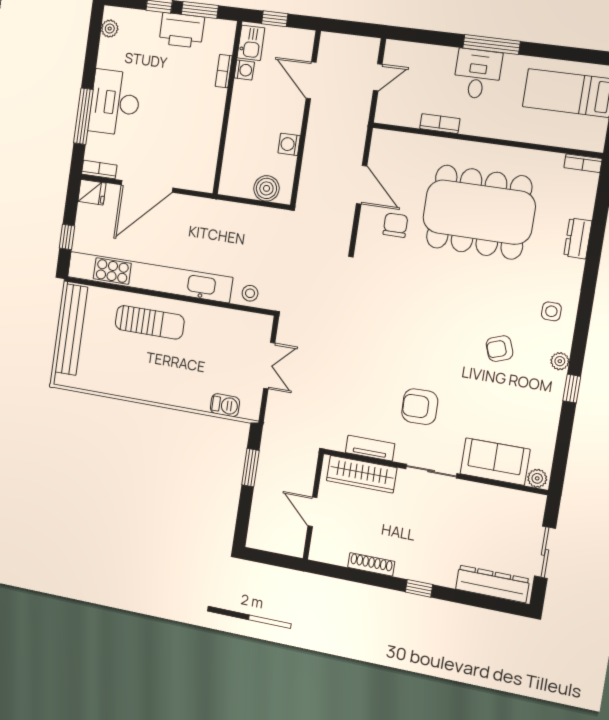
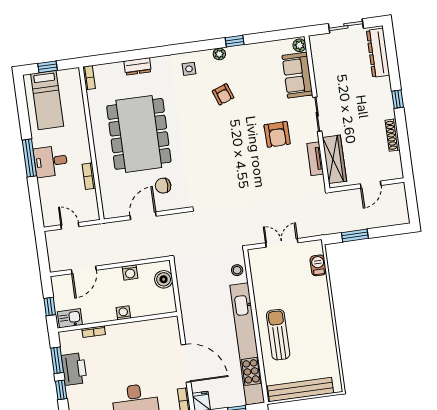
washing machine: (244, 70) -> (123, 313), moved

